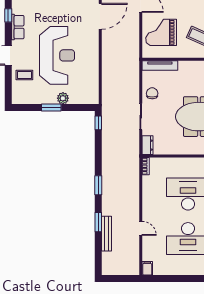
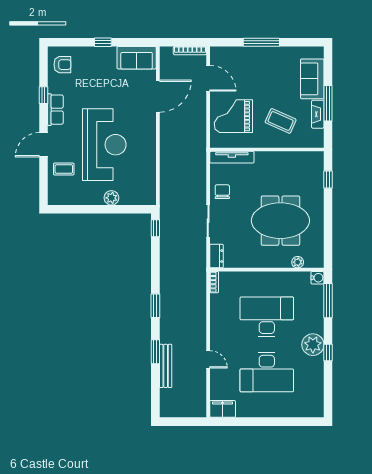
window: (51, 107) -> (97, 209), removed
filing cabinet: (147, 268) -> (223, 409), width x2.00

